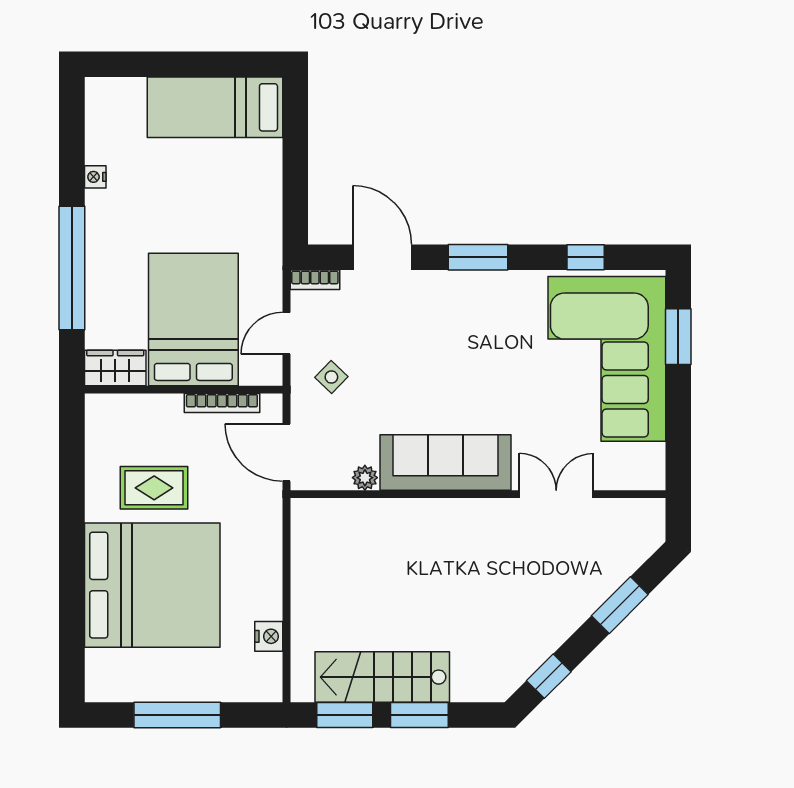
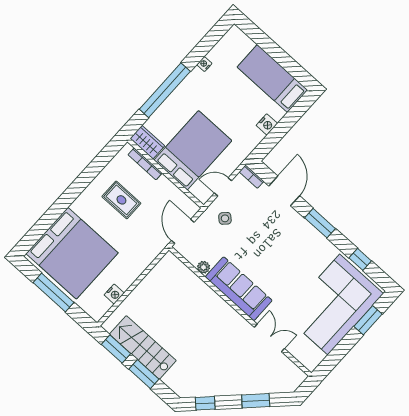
nightstand: (268, 183) -> (267, 124), added
bookcase: (222, 403) -> (145, 164), moved
bed: (152, 585) -> (72, 253), moved

